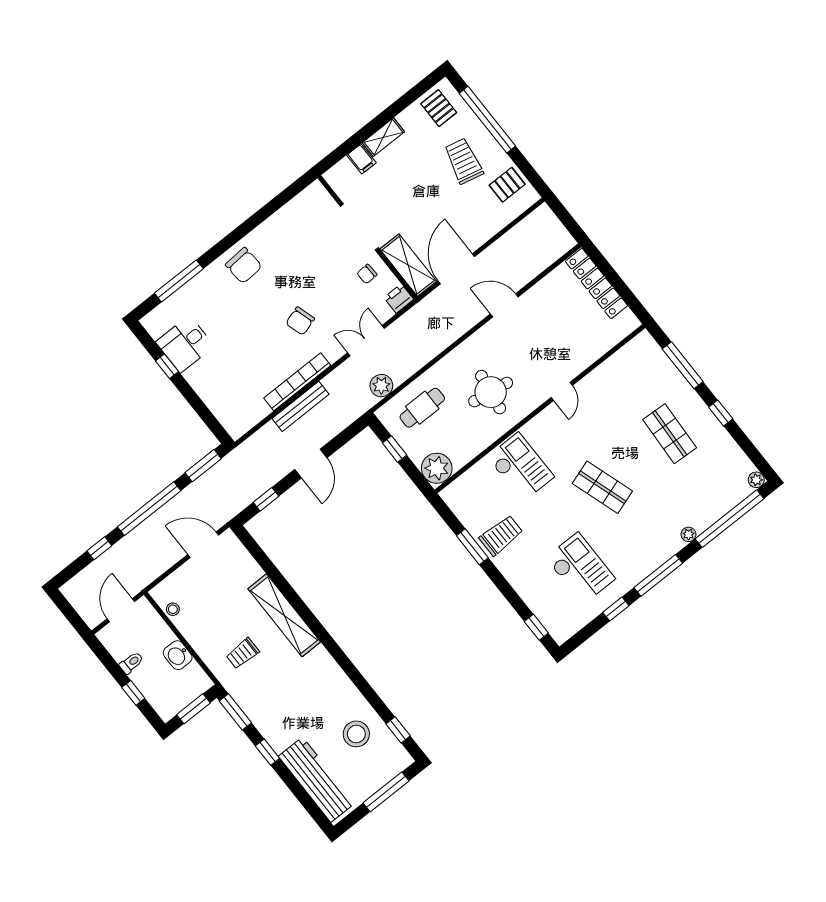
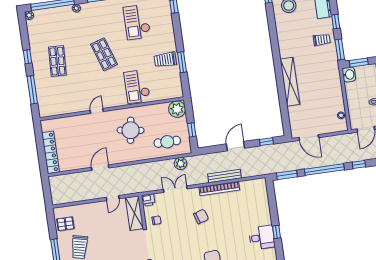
door: (456, 269) -> (113, 198), width x0.53
door: (504, 305) -> (100, 168), swing flipped
double door: (366, 341) -> (175, 189), swing flipped
trolley: (243, 653) -> (322, 40), moved
washbasin: (178, 655) -> (349, 75), moved

